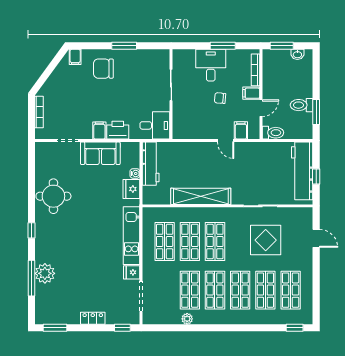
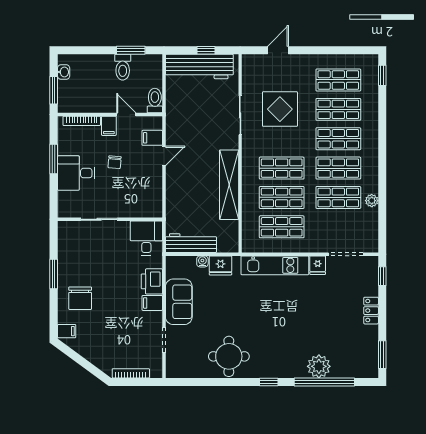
window: (31, 278) -> (324, 382), width x1.46

